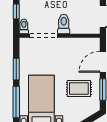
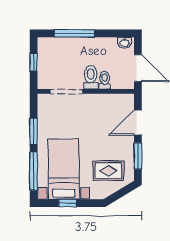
toilet: (24, 26) -> (105, 80), moved
rug: (79, 88) -> (108, 171), moved

